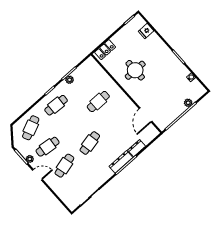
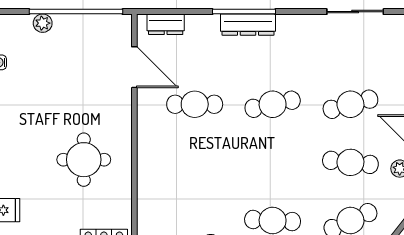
cafe table: (98, 102) -> (195, 104), moved
door: (146, 115) -> (134, 67), hinge flipped
dresser: (137, 148) -> (166, 24), moved

